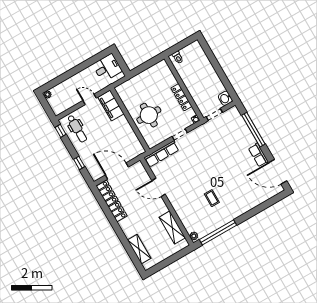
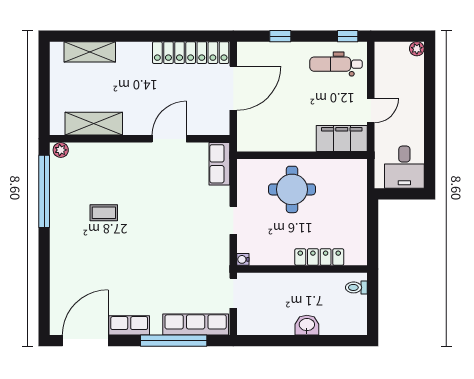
locker: (181, 97) -> (319, 257), moved
washbasin: (225, 98) -> (307, 325), moved
row of seats: (240, 124) -> (196, 324), added
row of seats: (162, 154) -> (219, 164), width x0.68

